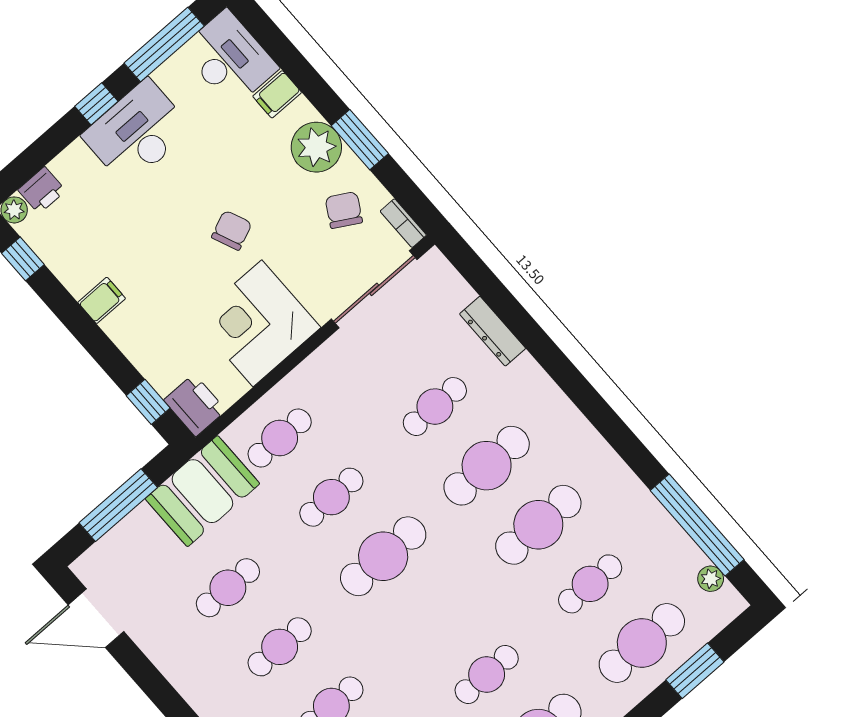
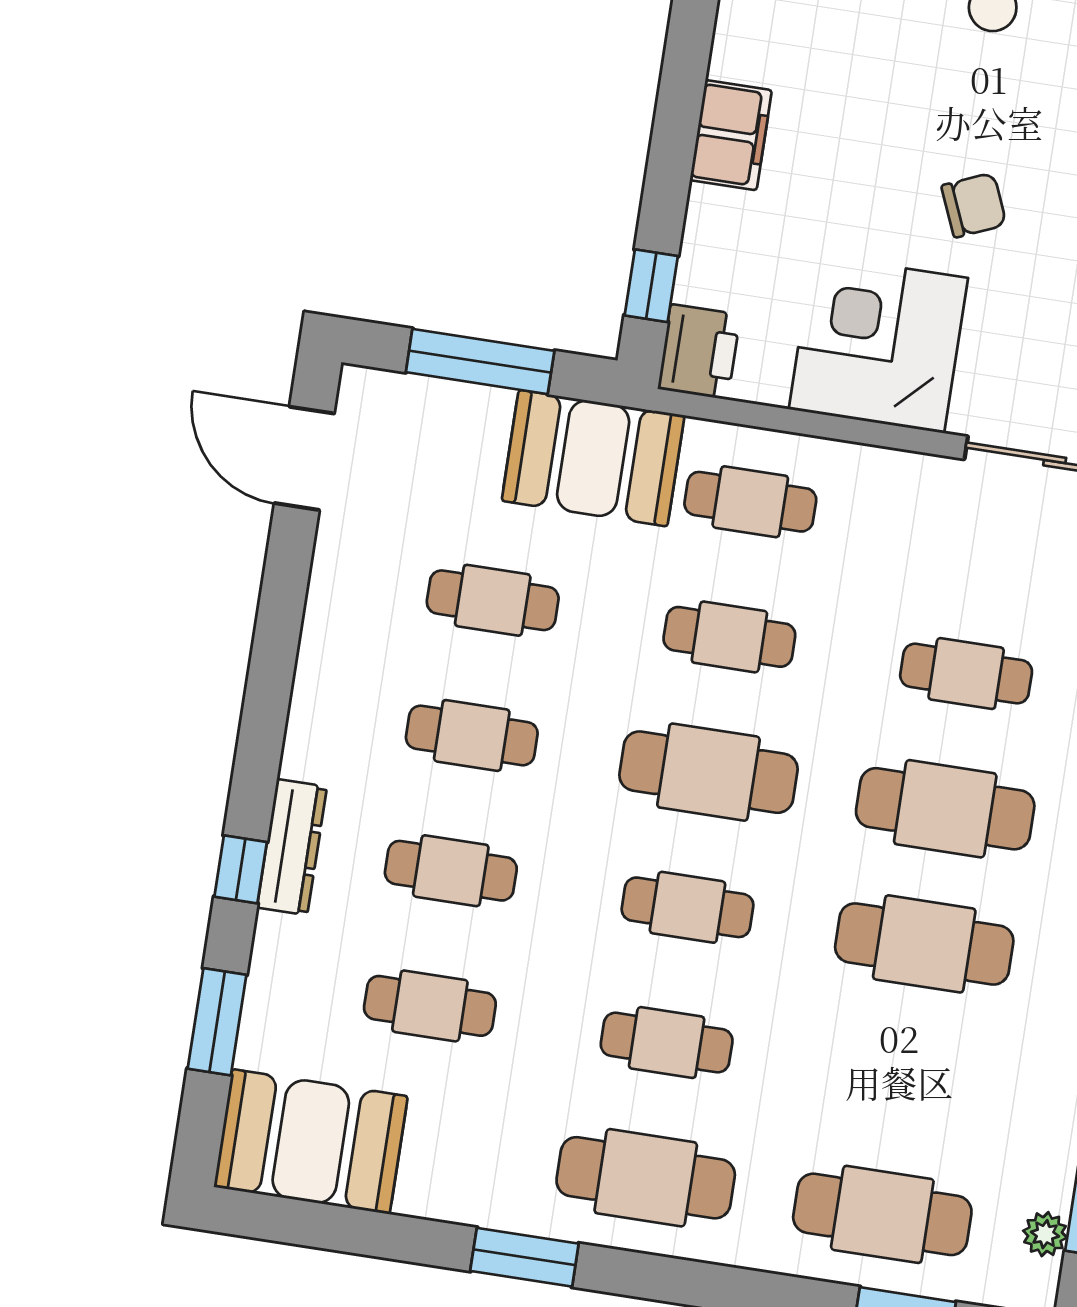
filing cabinet: (102, 300) -> (731, 135), width x2.00
cafe table: (590, 584) -> (688, 907), moved

